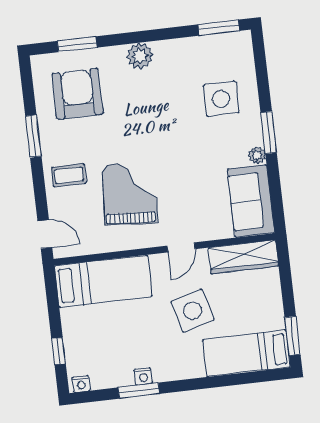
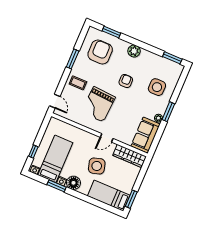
armchair: (156, 121) -> (126, 81), added
grand piano: (130, 194) -> (98, 104), turned 180
bed: (103, 281) -> (55, 159), moved, turned -90
floor lamp: (167, 367) -> (73, 183), added

